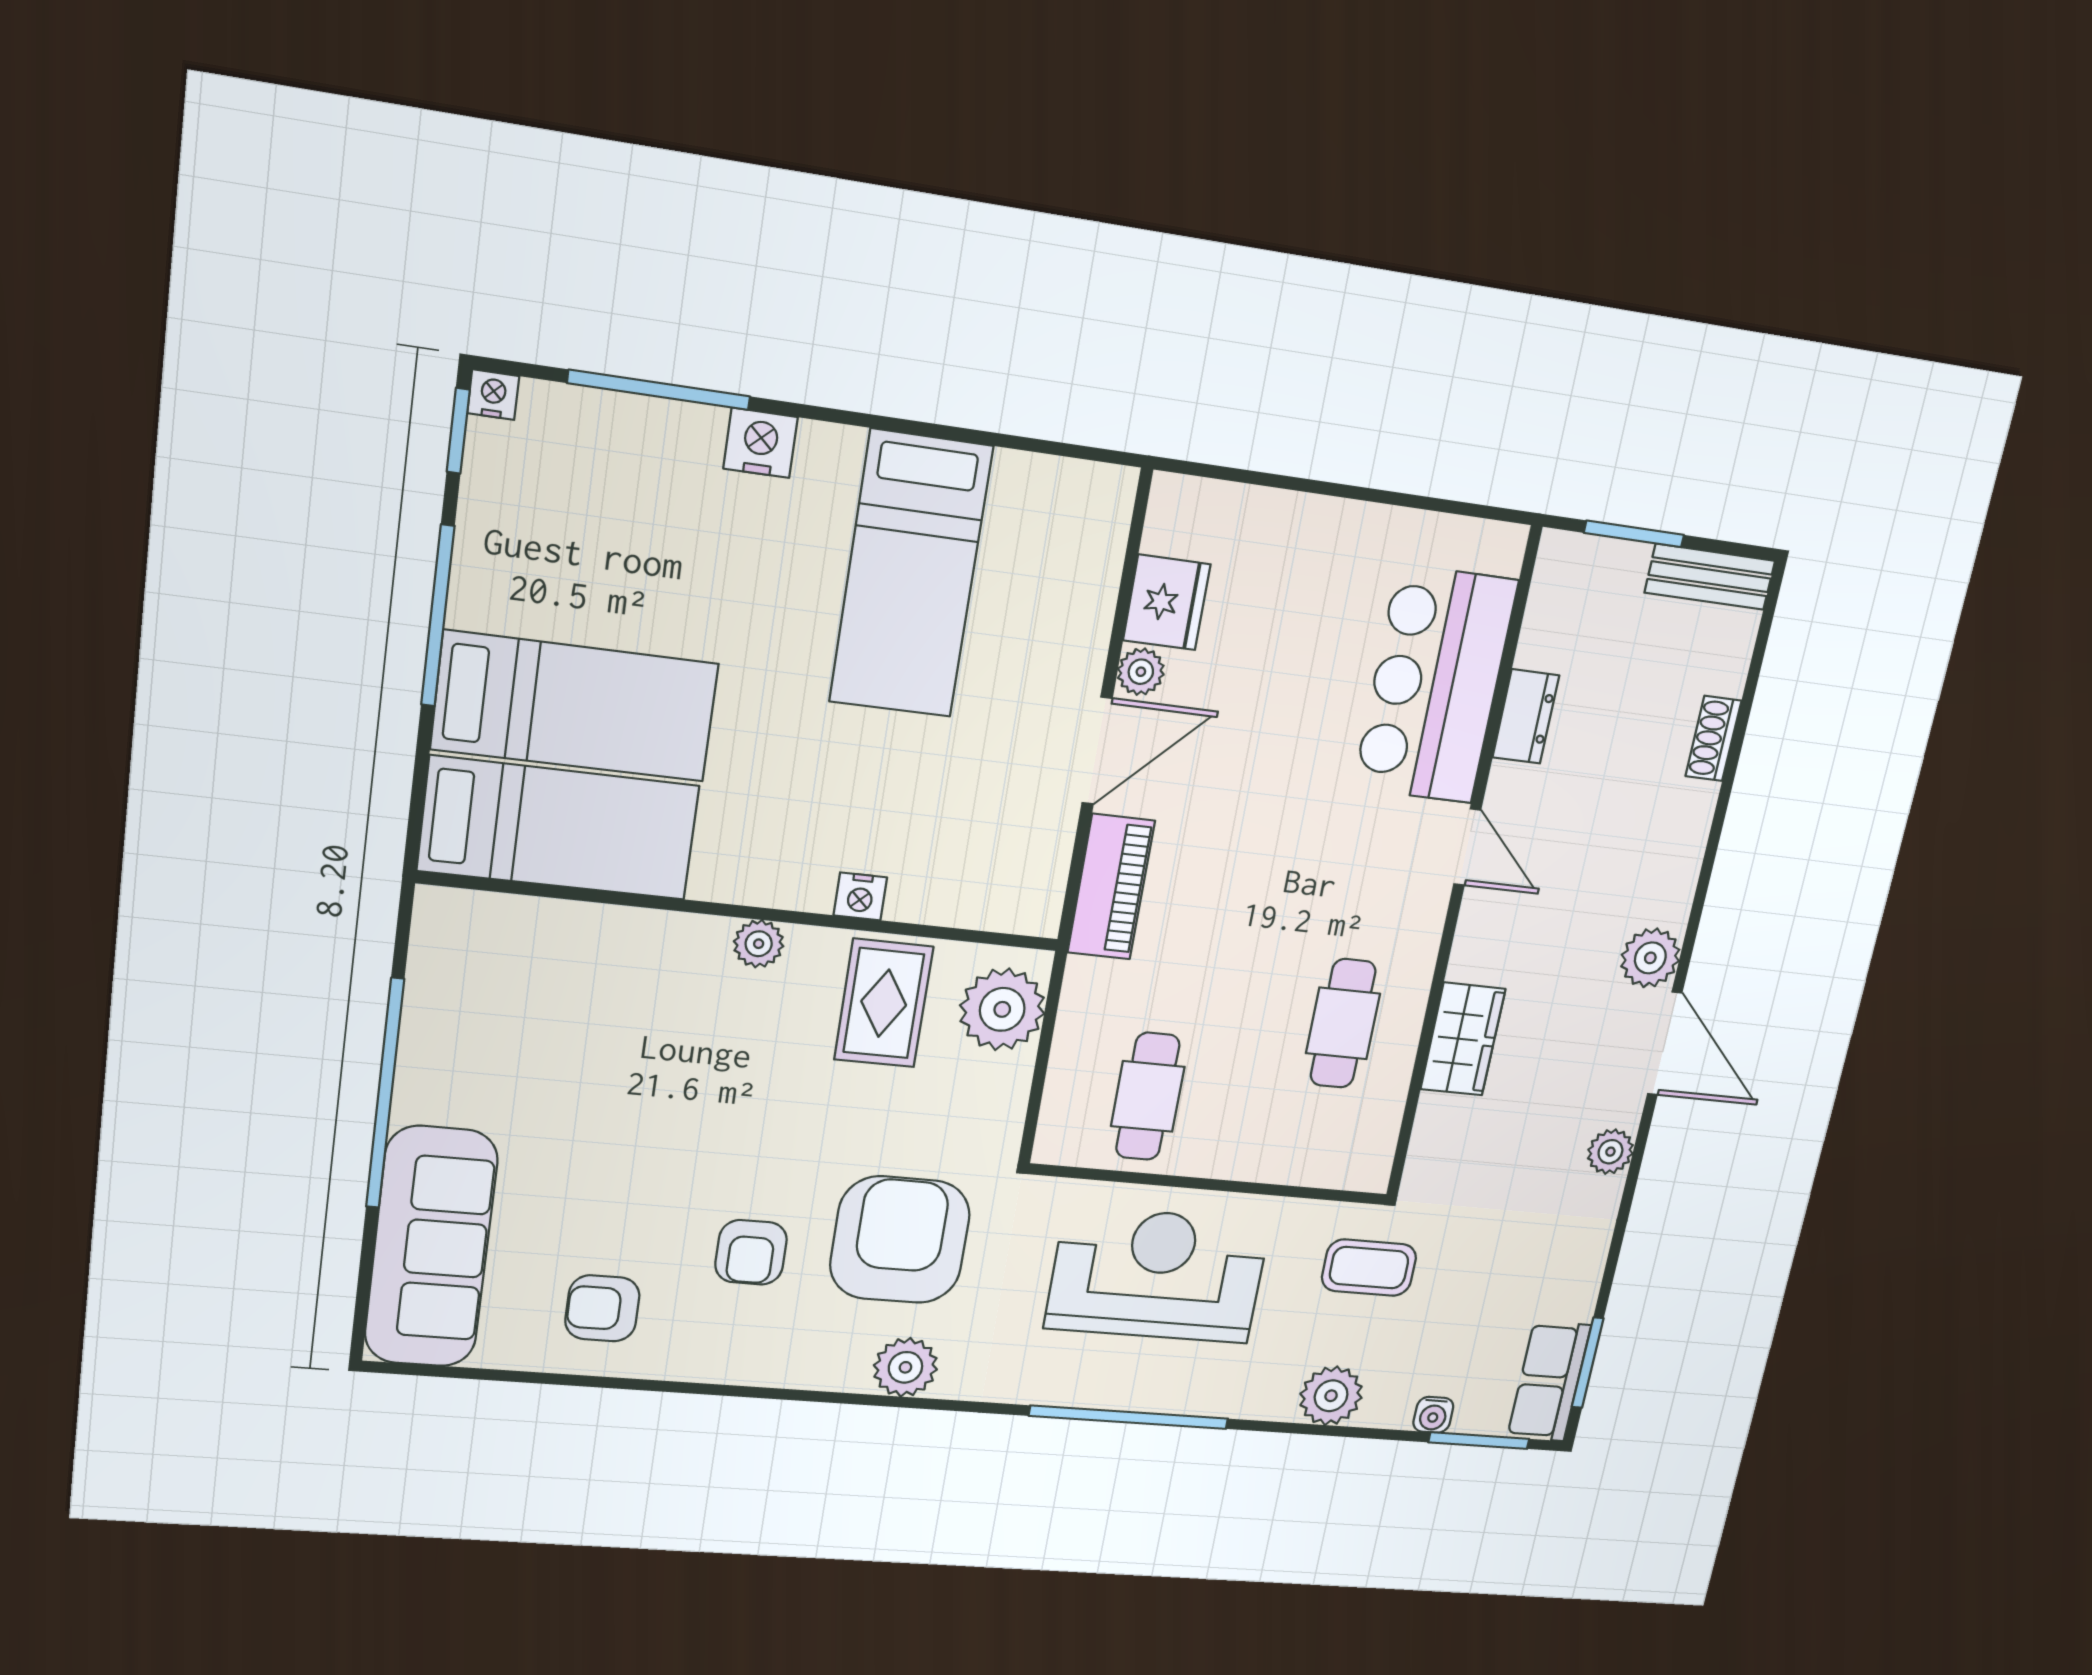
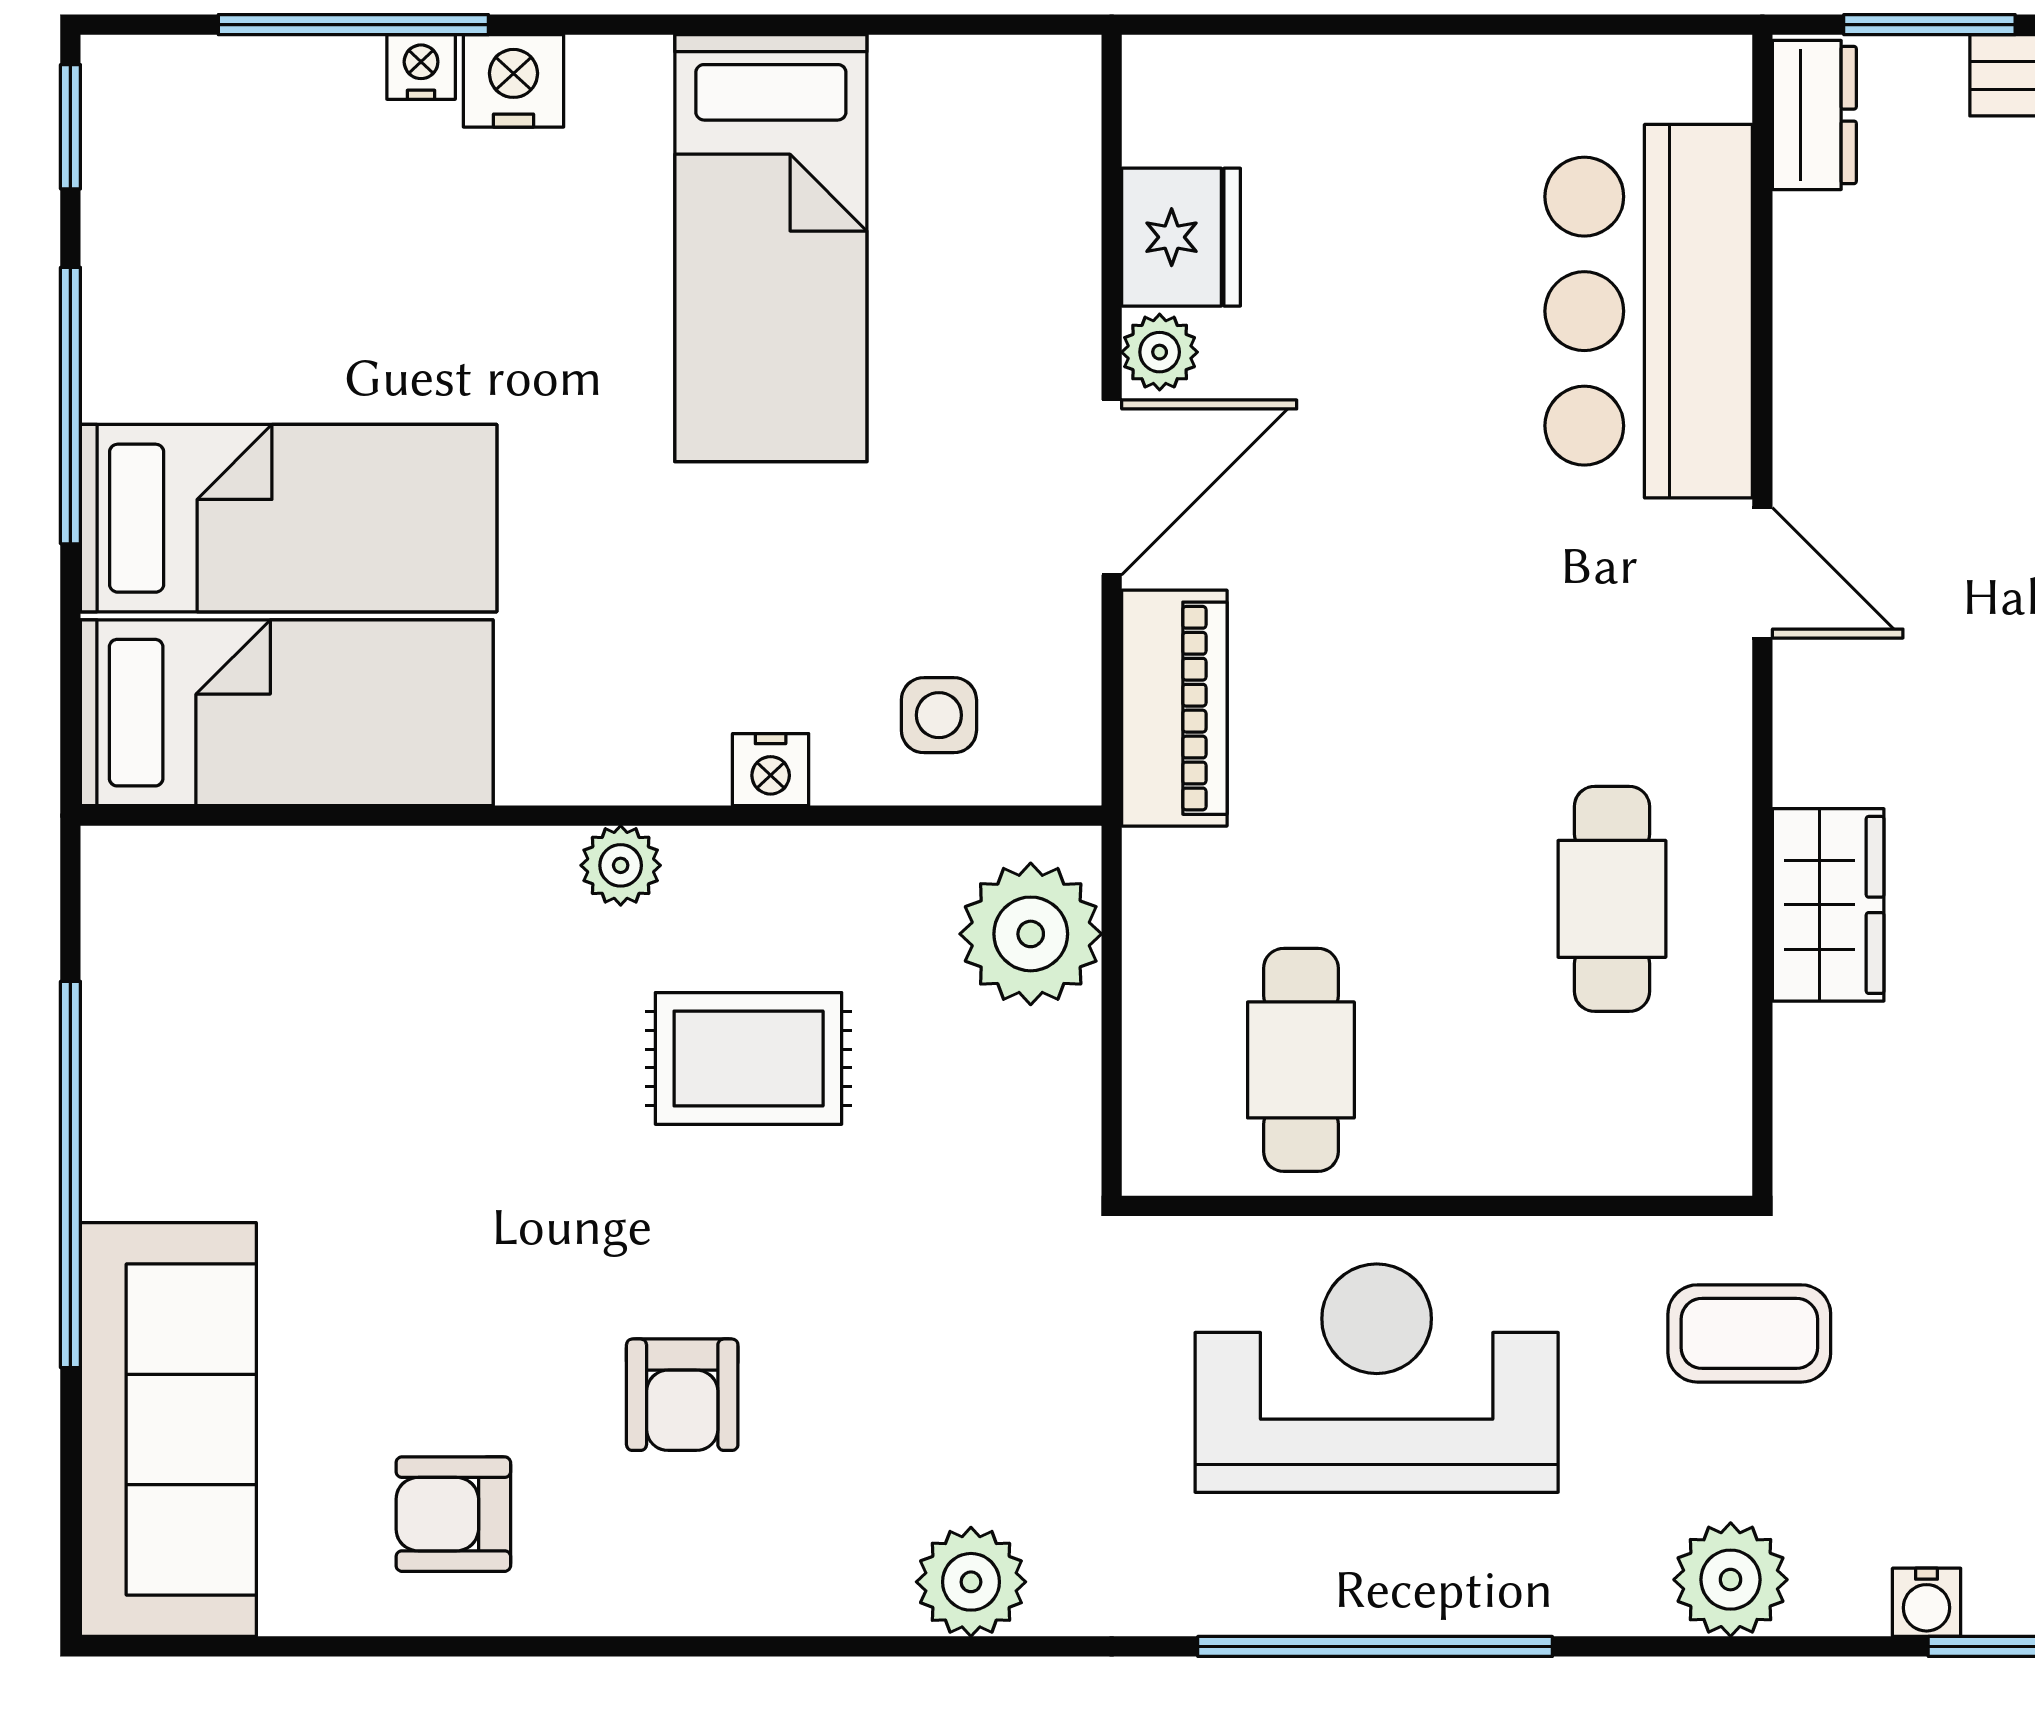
nightstand: (493, 395) -> (421, 67), moved
dresser: (1526, 717) -> (1814, 115), moved
side table: (969, 875) -> (939, 715), added
rug: (884, 1003) -> (749, 1058), moved, turned 90
armchair: (900, 1240) -> (926, 1352), removed

